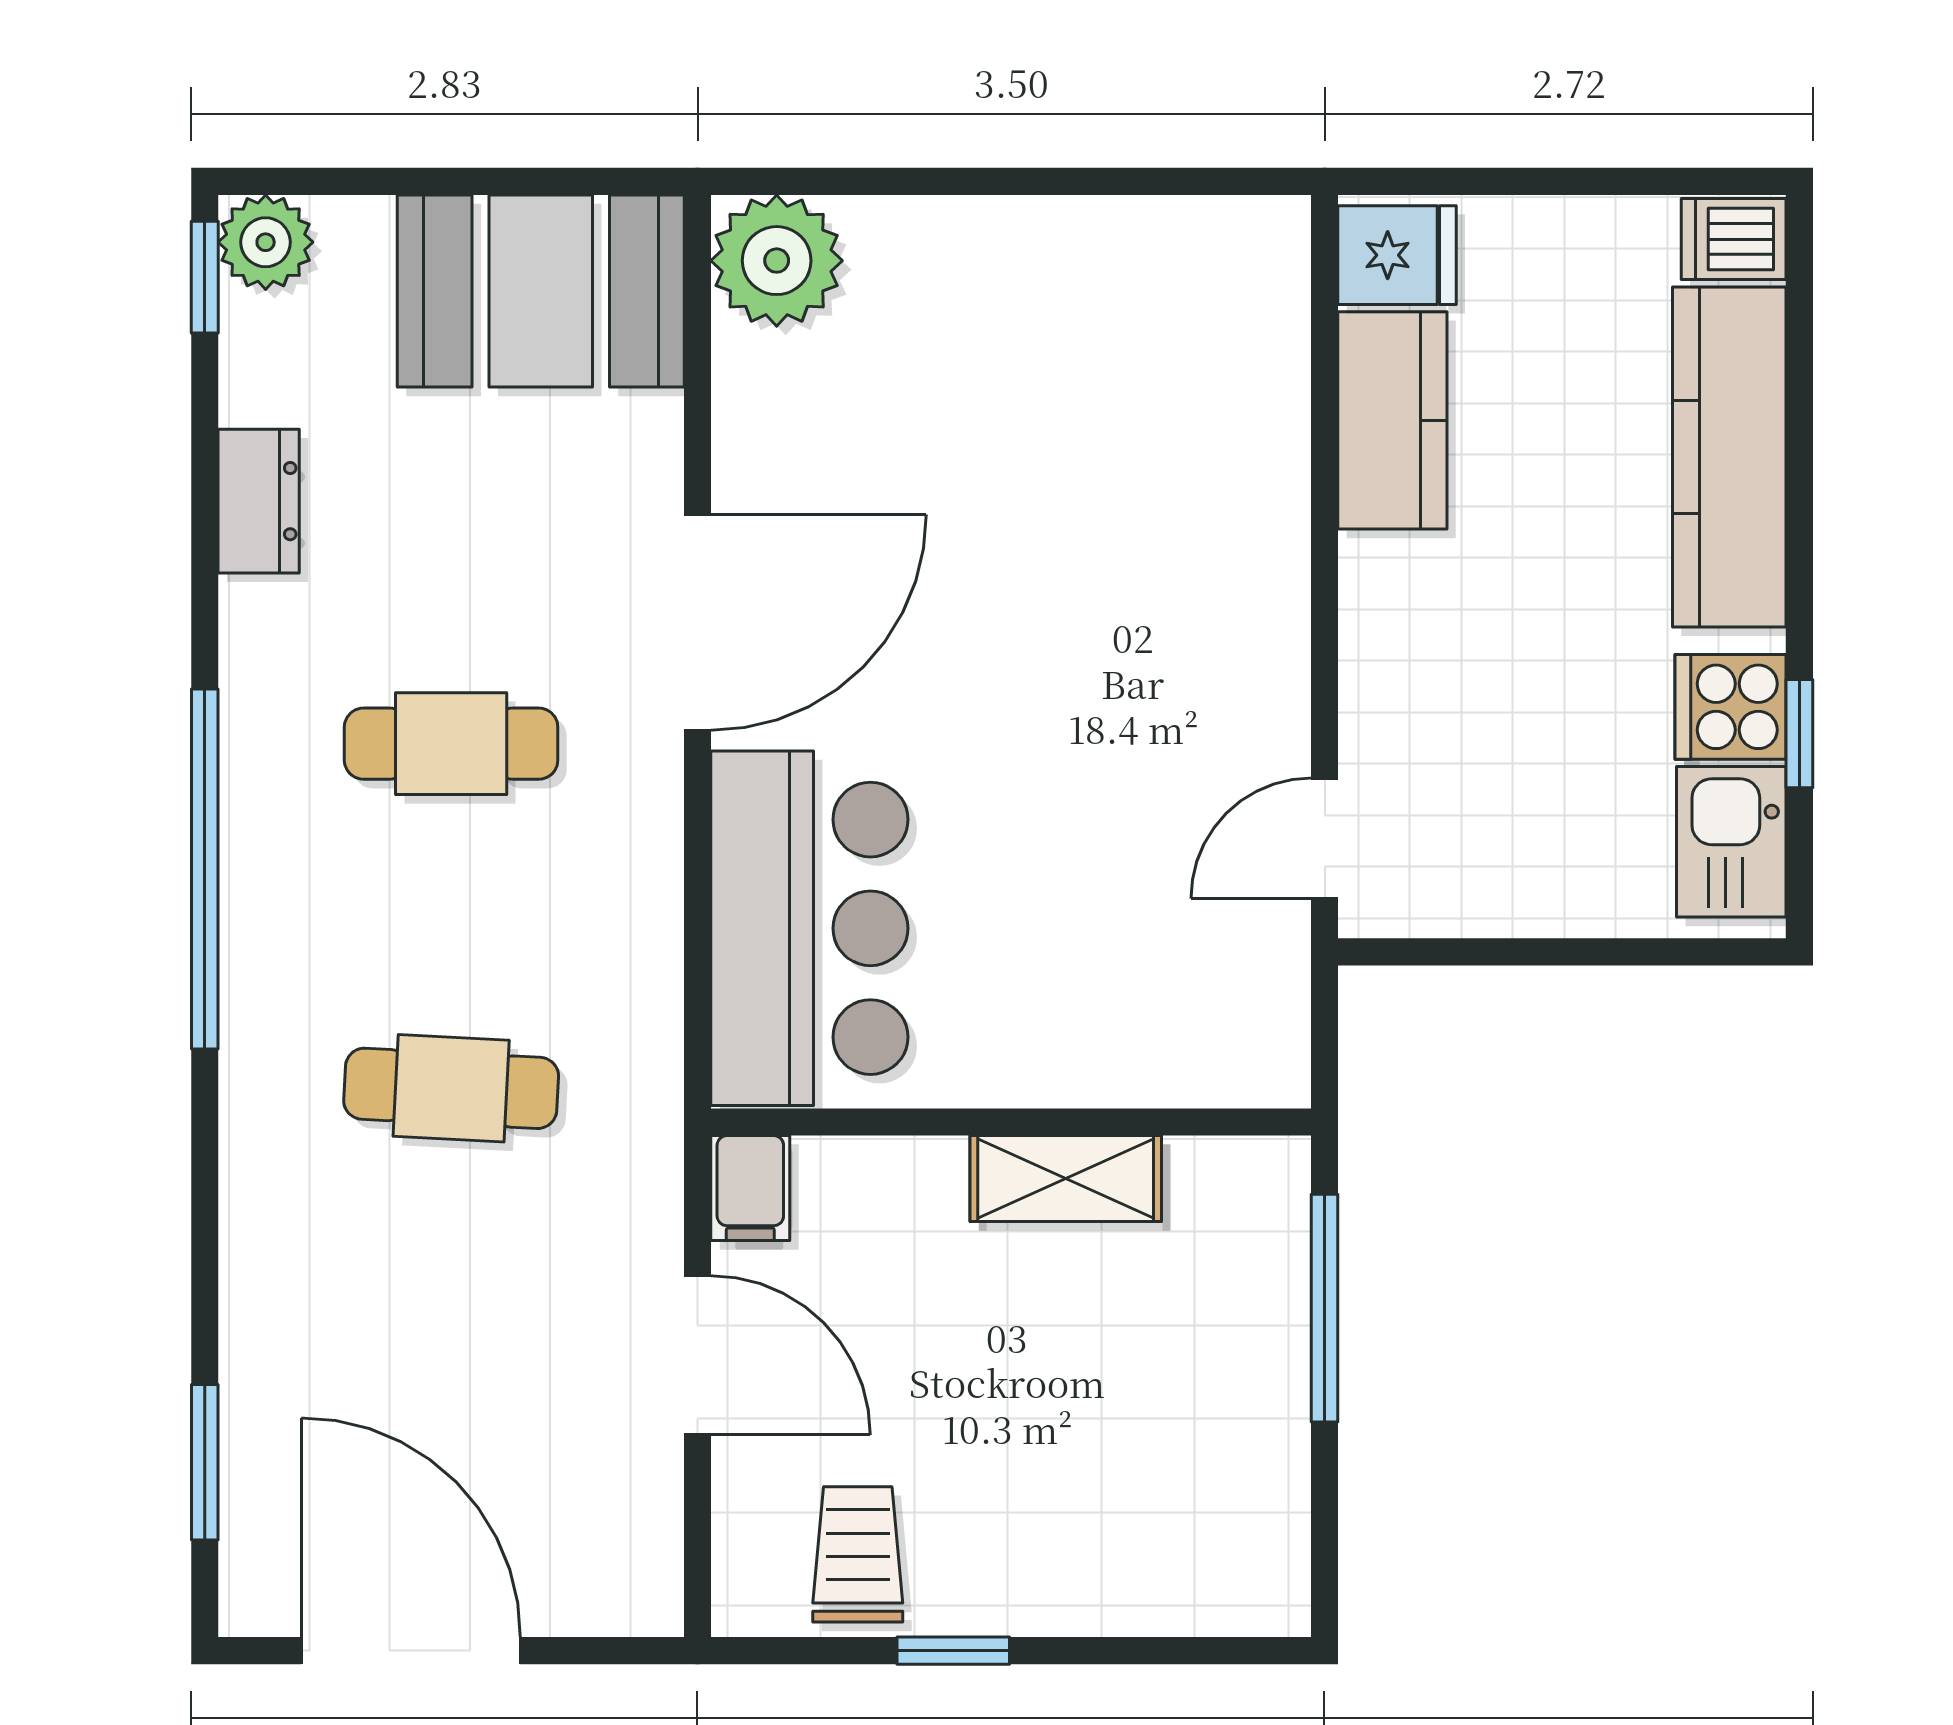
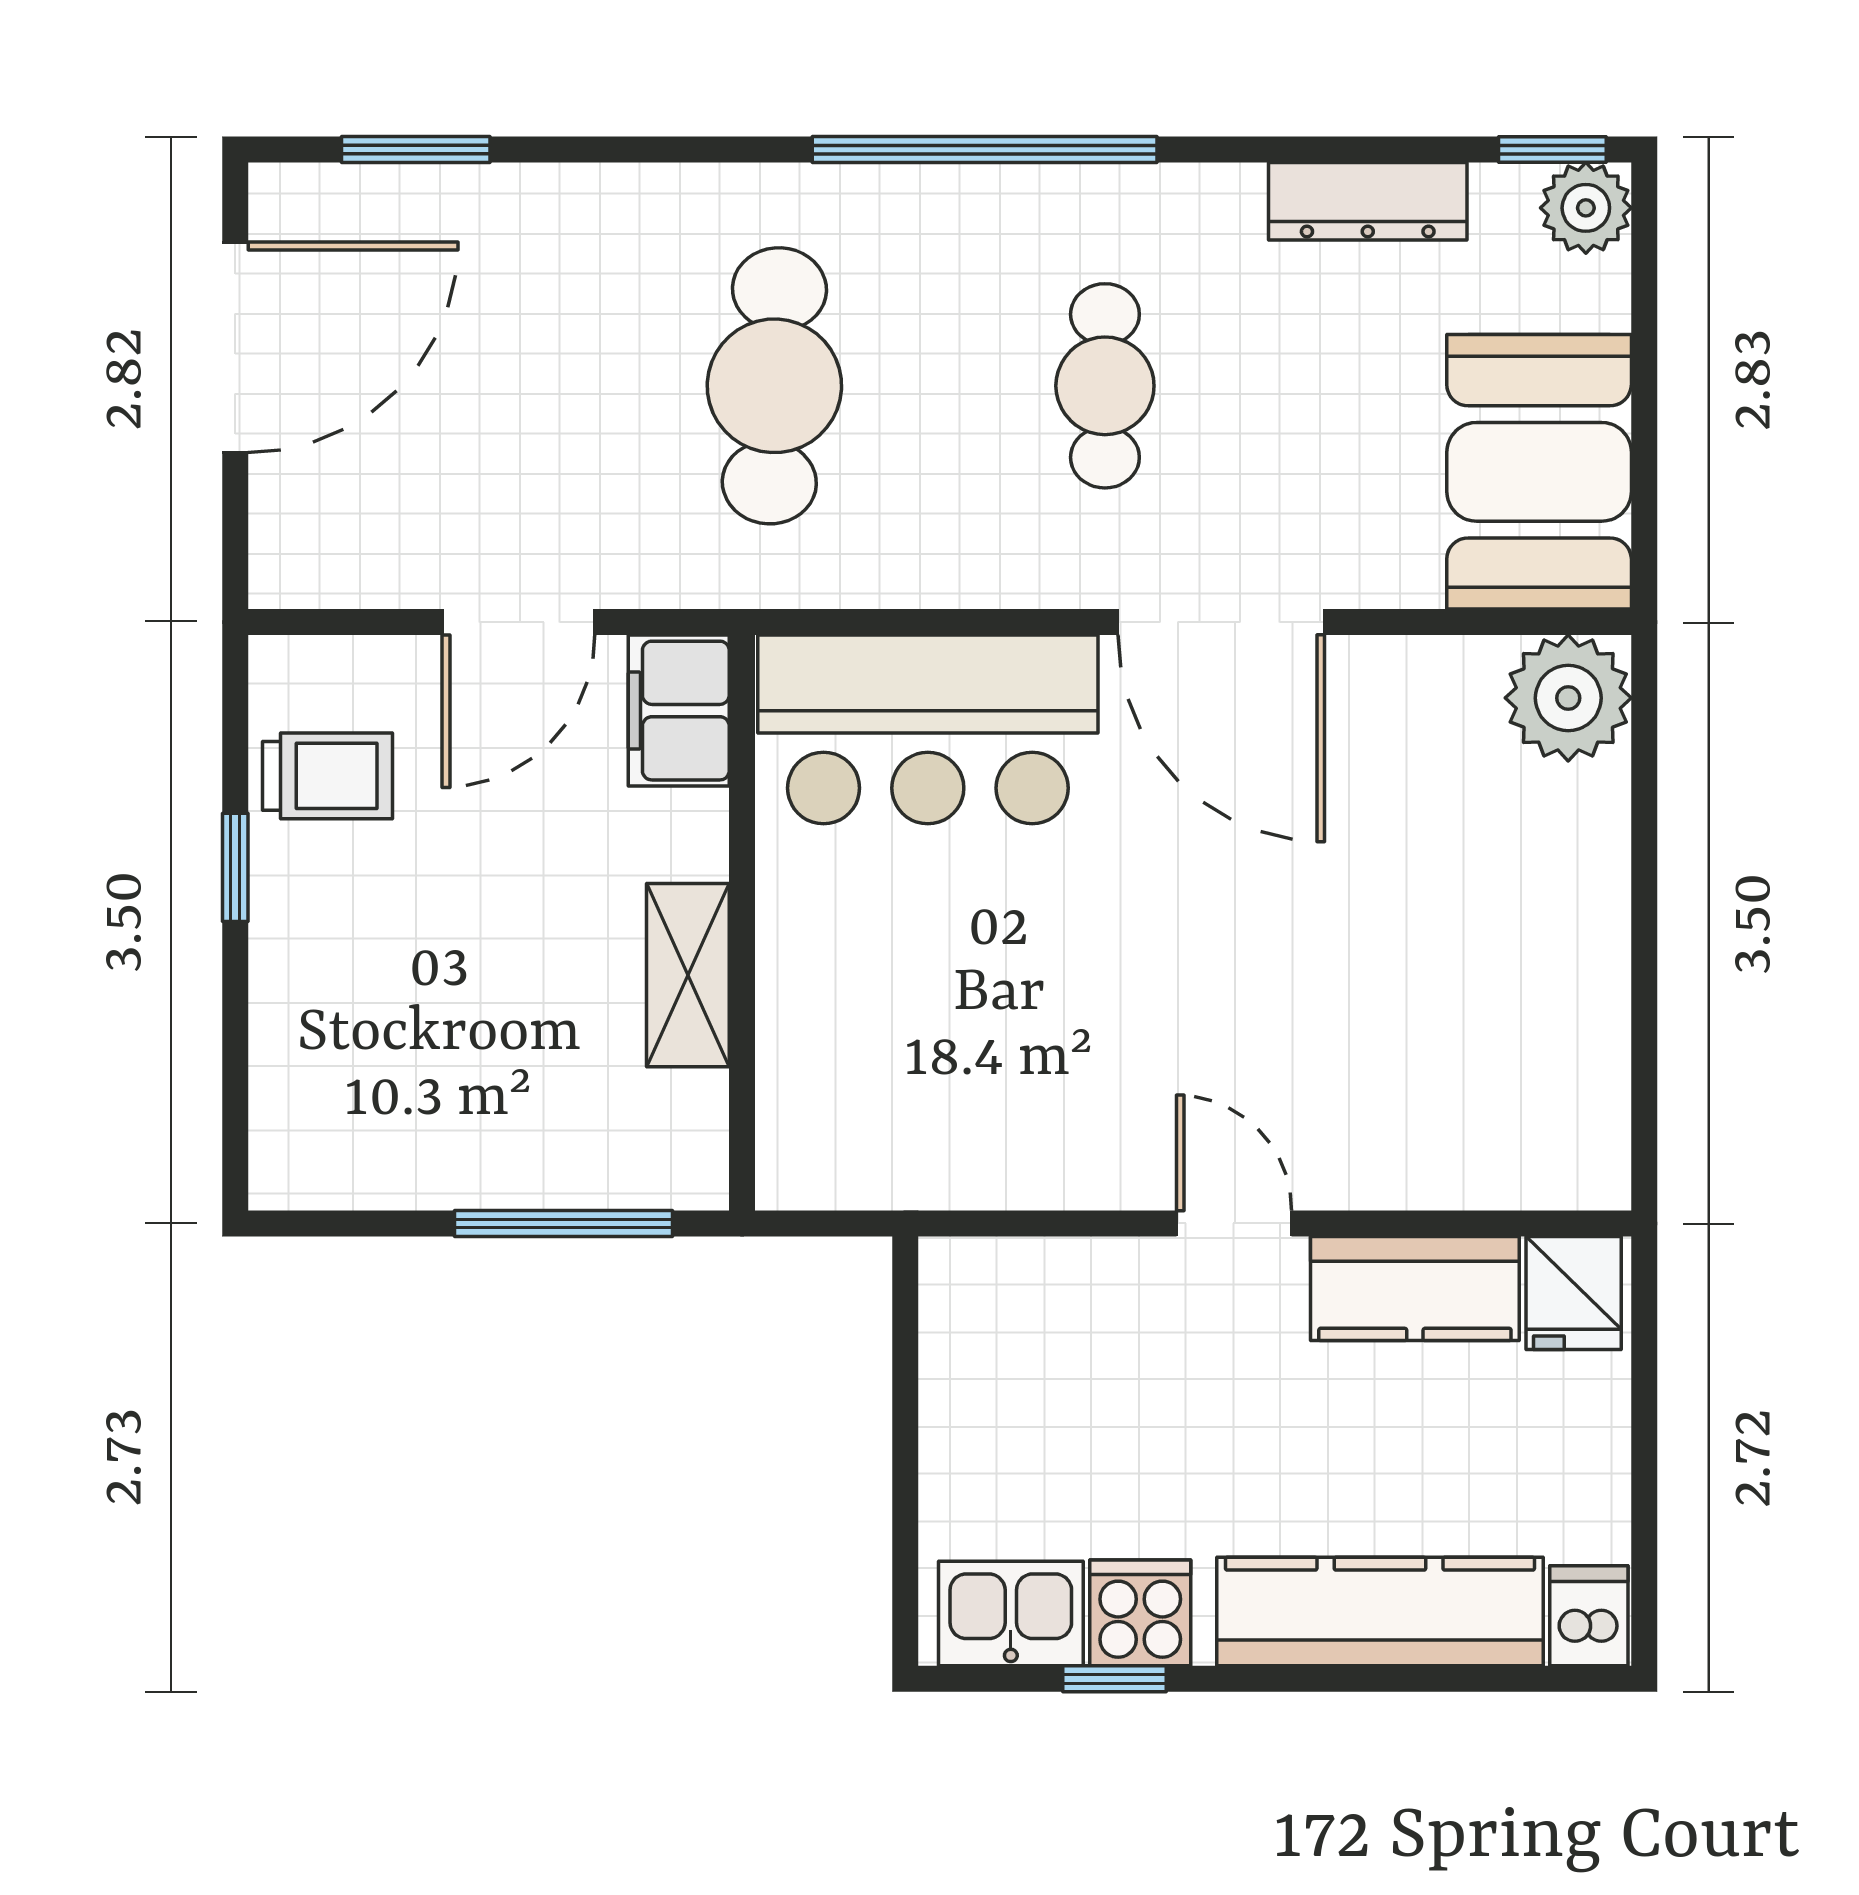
dresser: (259, 501) -> (1368, 201), width x1.44
door: (1325, 838) -> (1234, 1223), moved
cafe table: (451, 1088) -> (774, 386), width x1.37, depth x1.35
filing cabinet: (750, 1188) -> (679, 711), width x2.00

